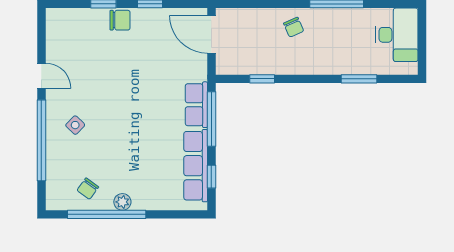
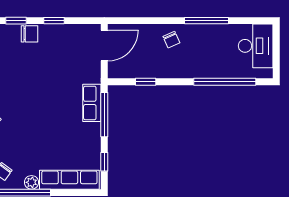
door: (211, 34) -> (104, 46), swing flipped
window: (359, 79) -> (225, 82), width x2.11
row of seats: (196, 166) -> (69, 180), moved, turned 90

